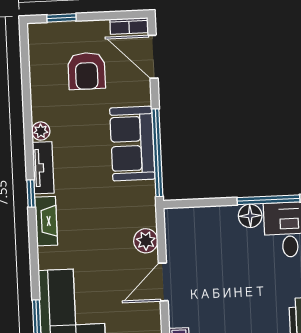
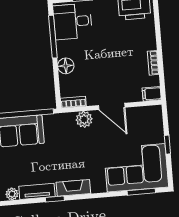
floor lamp: (250, 216) -> (66, 66), moved
bookcase: (172, 226) -> (73, 102), added

